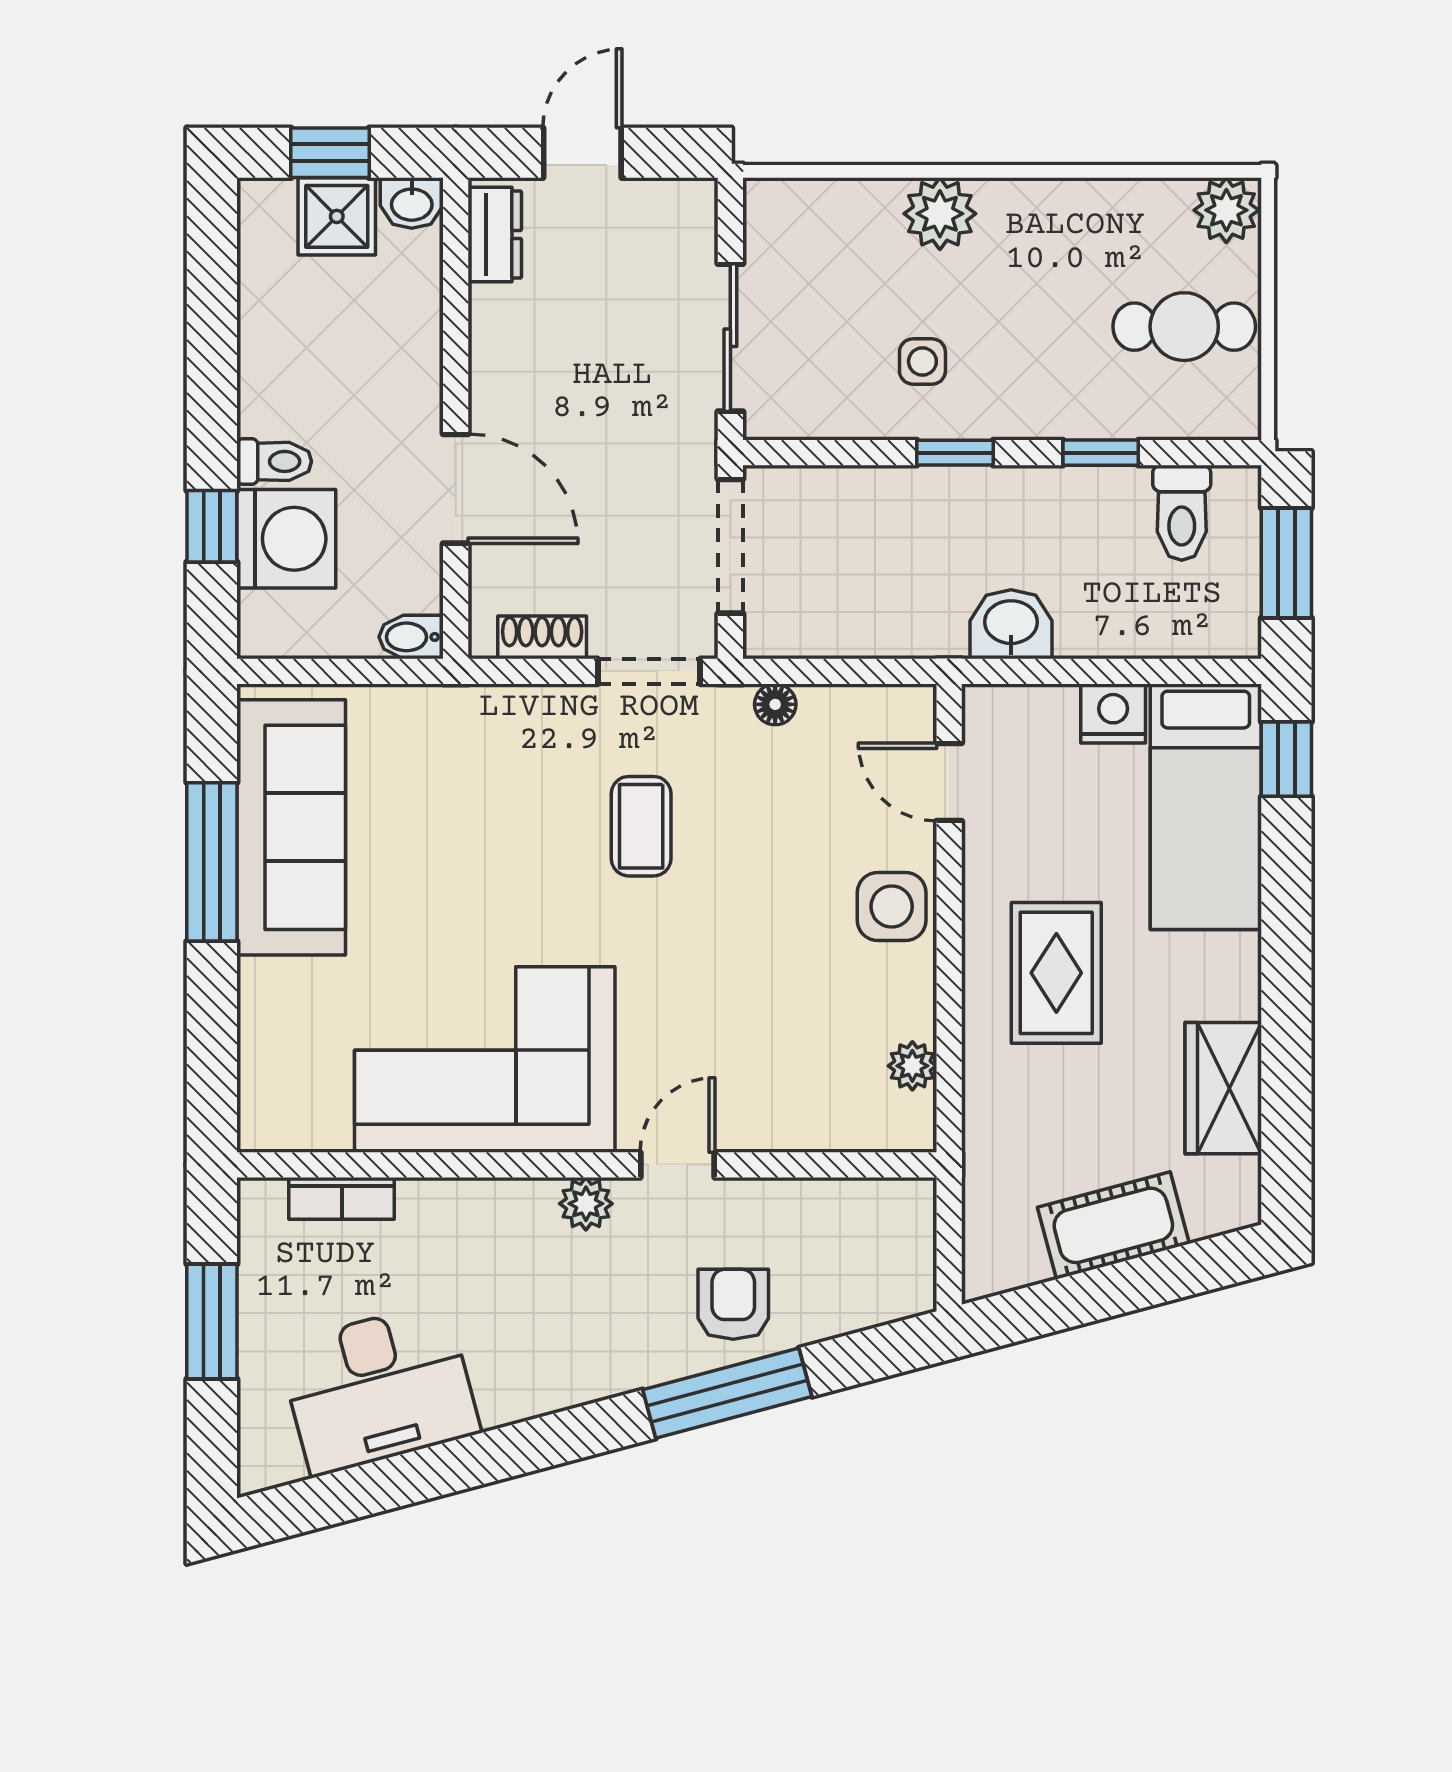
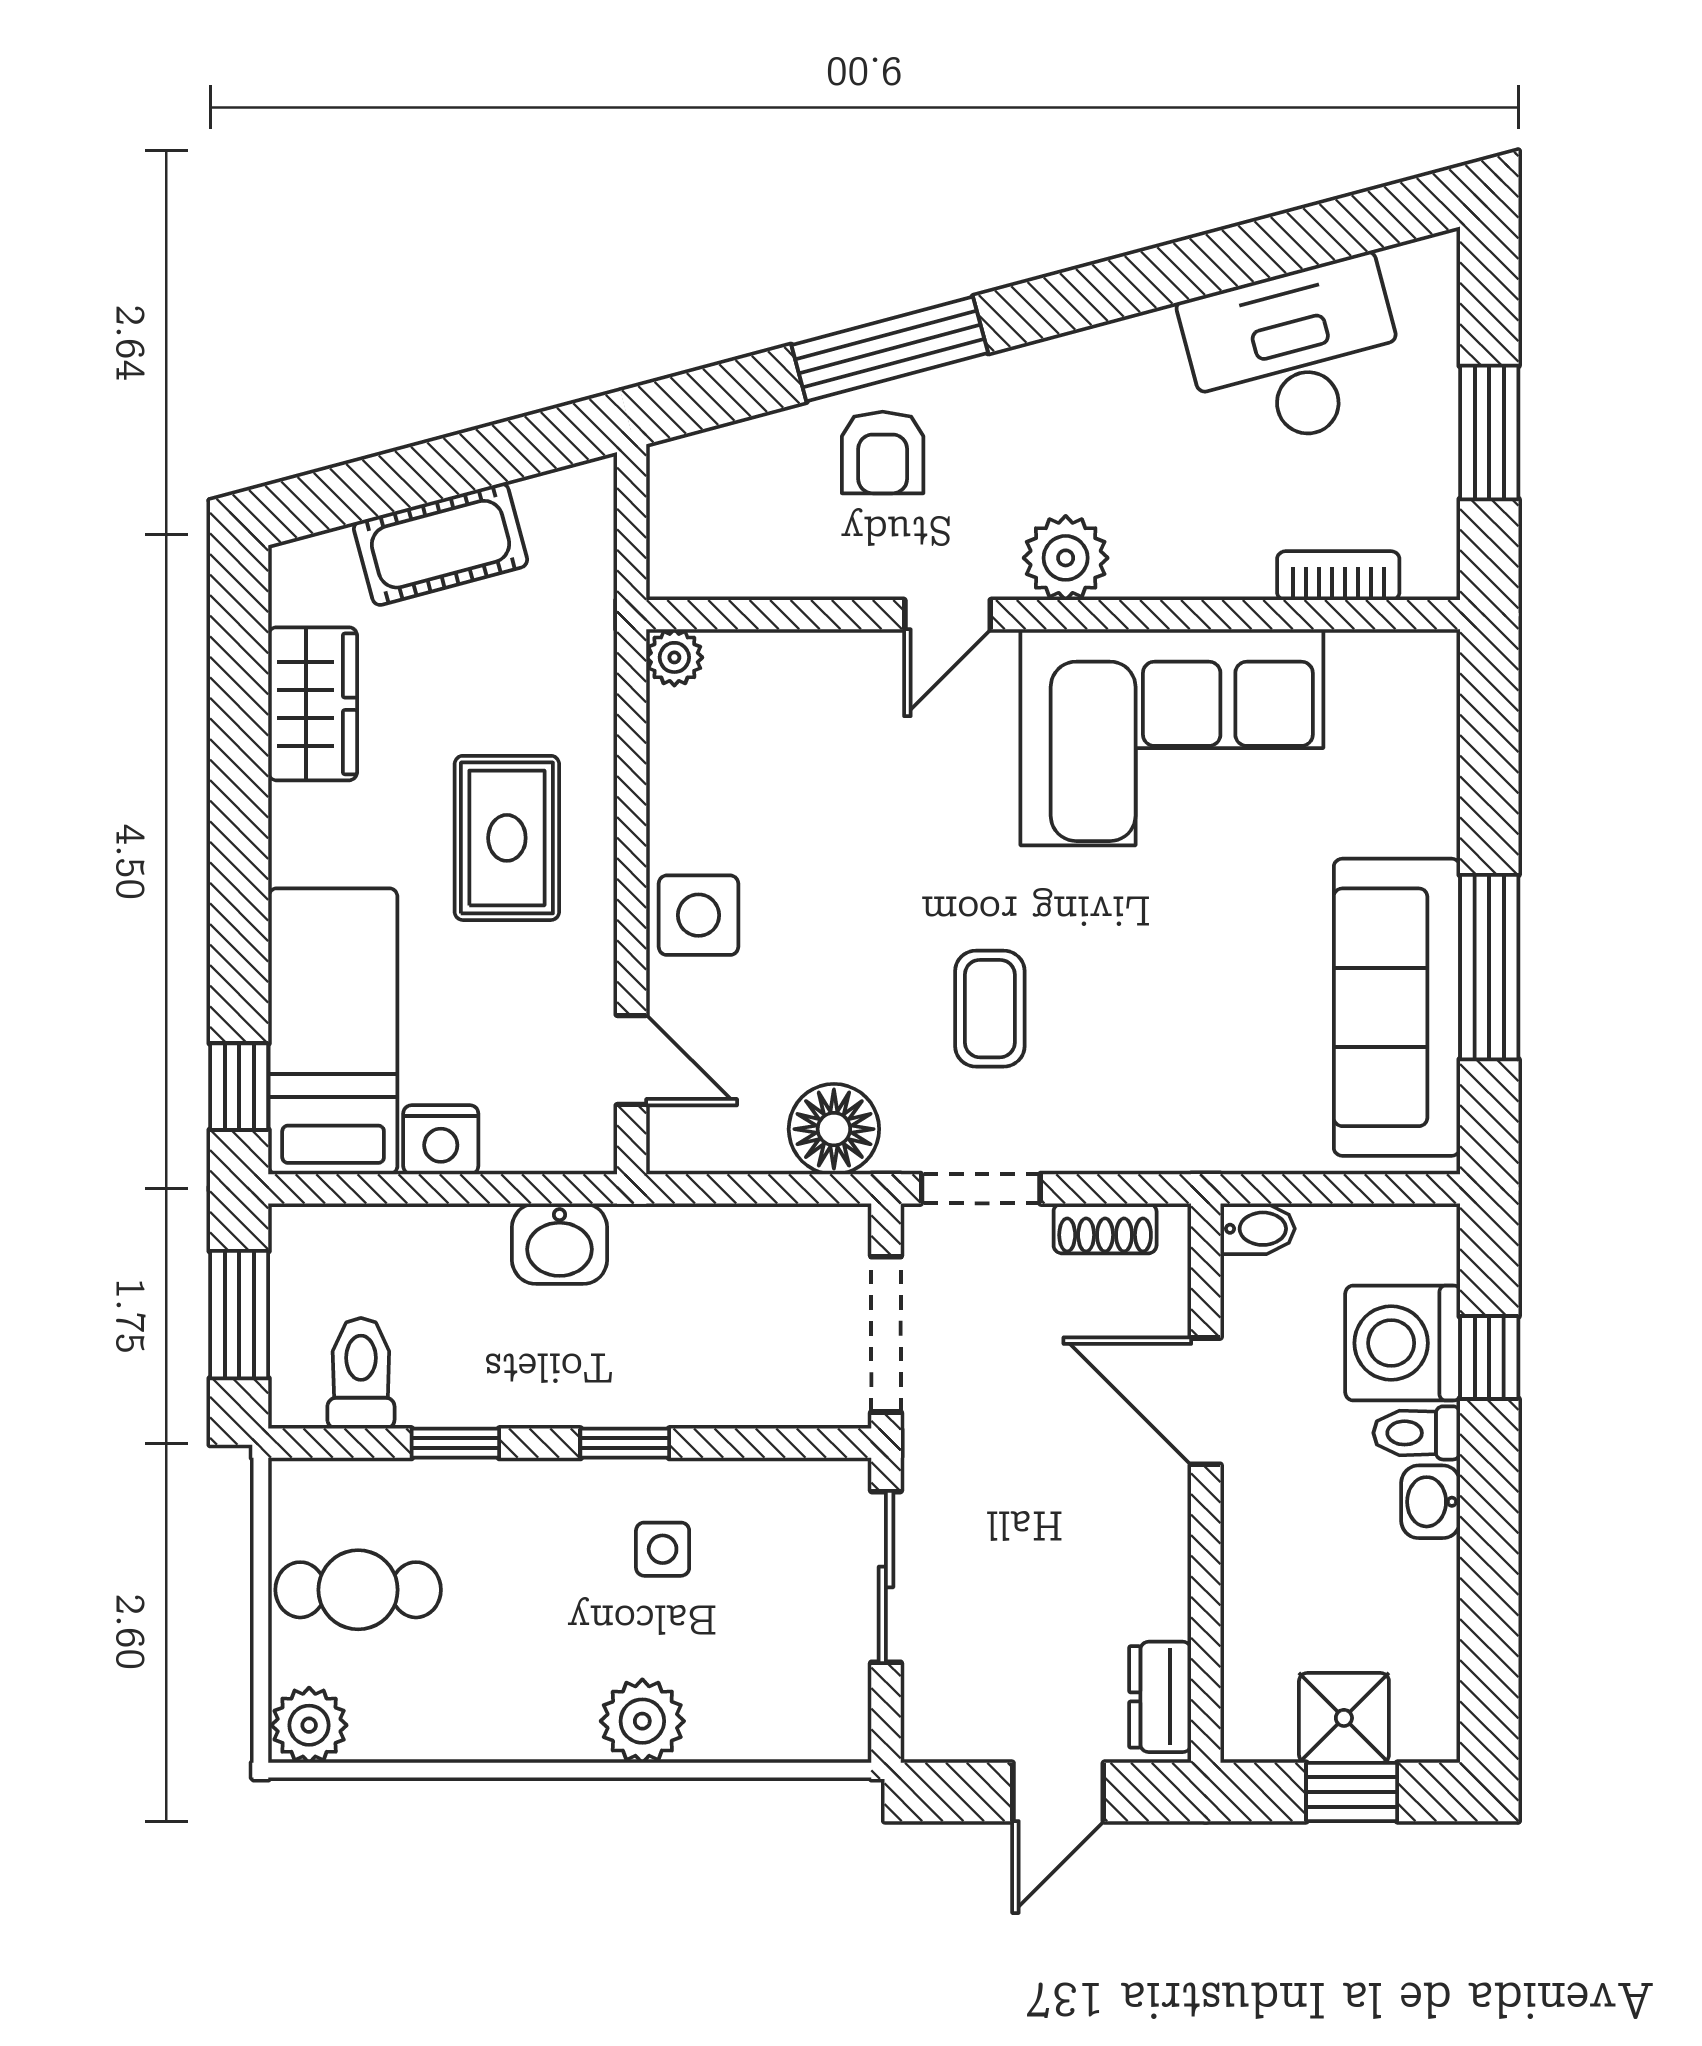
washbasin: (412, 203) -> (1431, 1502), moved, turned -90
floor lamp: (775, 704) -> (834, 1129), width x1.89, depth x1.89
plant: (912, 1066) -> (674, 657), moved
plant: (586, 1204) -> (1066, 558), width x1.38, depth x1.38

